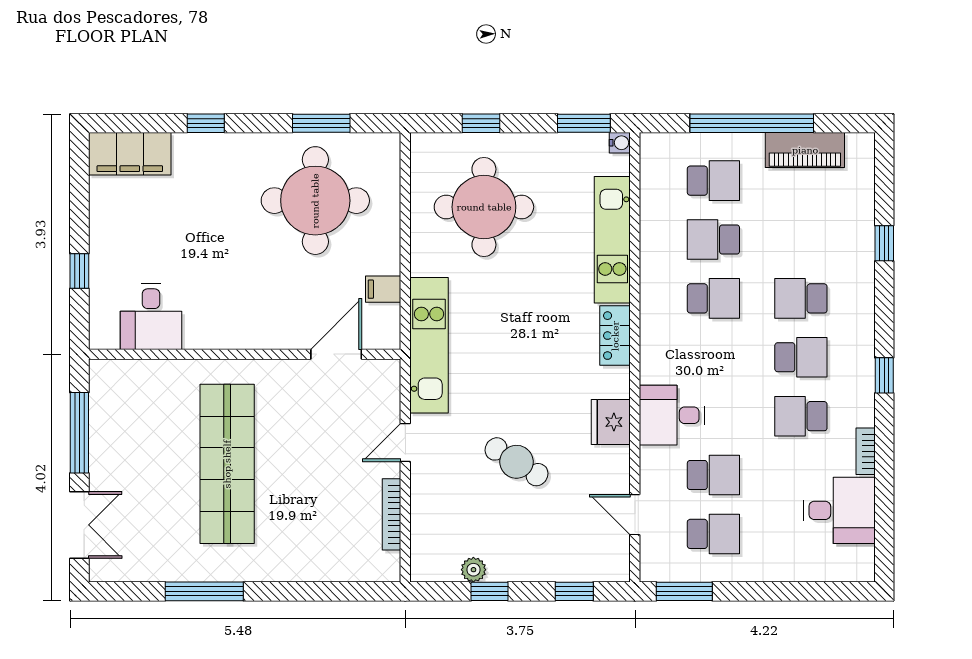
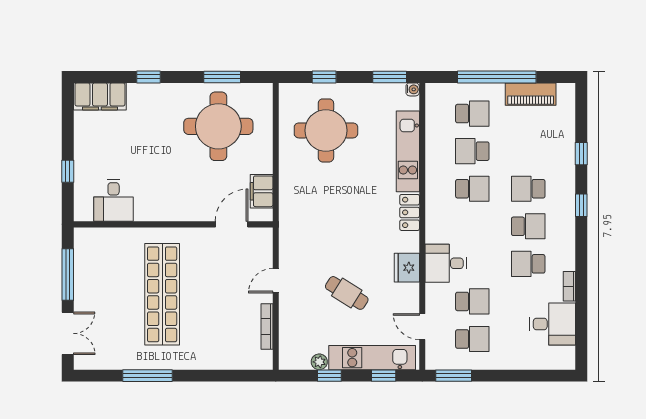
filing cabinet: (383, 289) -> (262, 191), width x2.00
kitchen unit: (429, 345) -> (372, 358), moved, turned -90
window: (884, 375) -> (581, 205), moved

